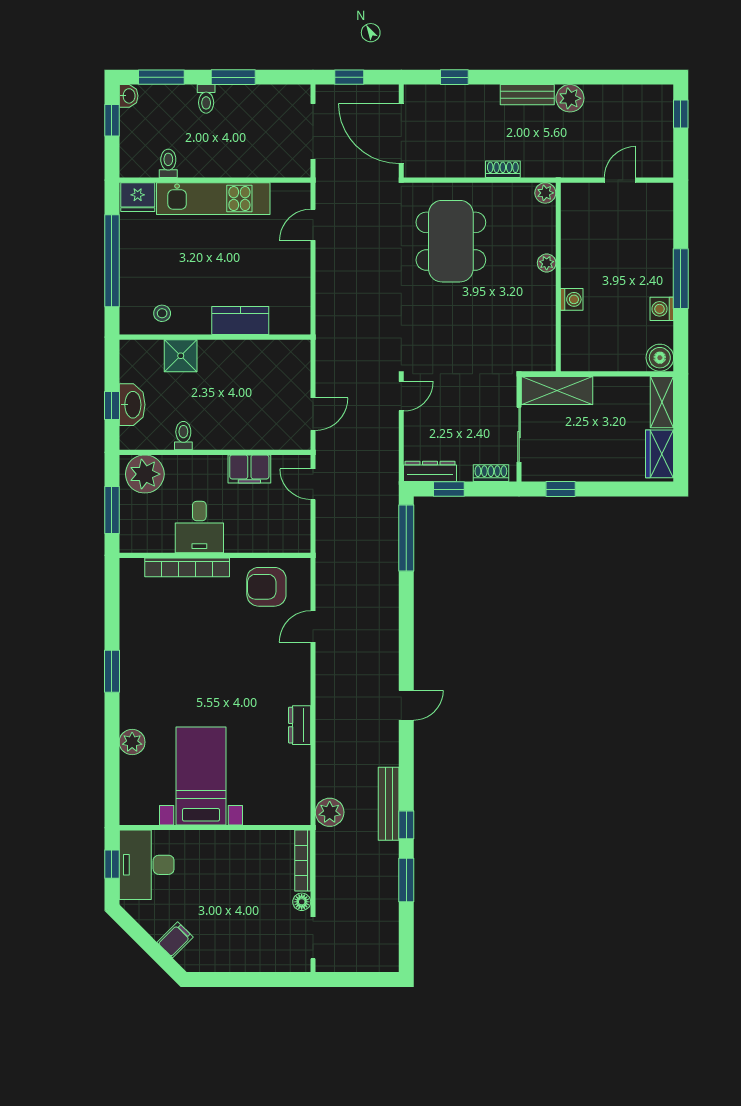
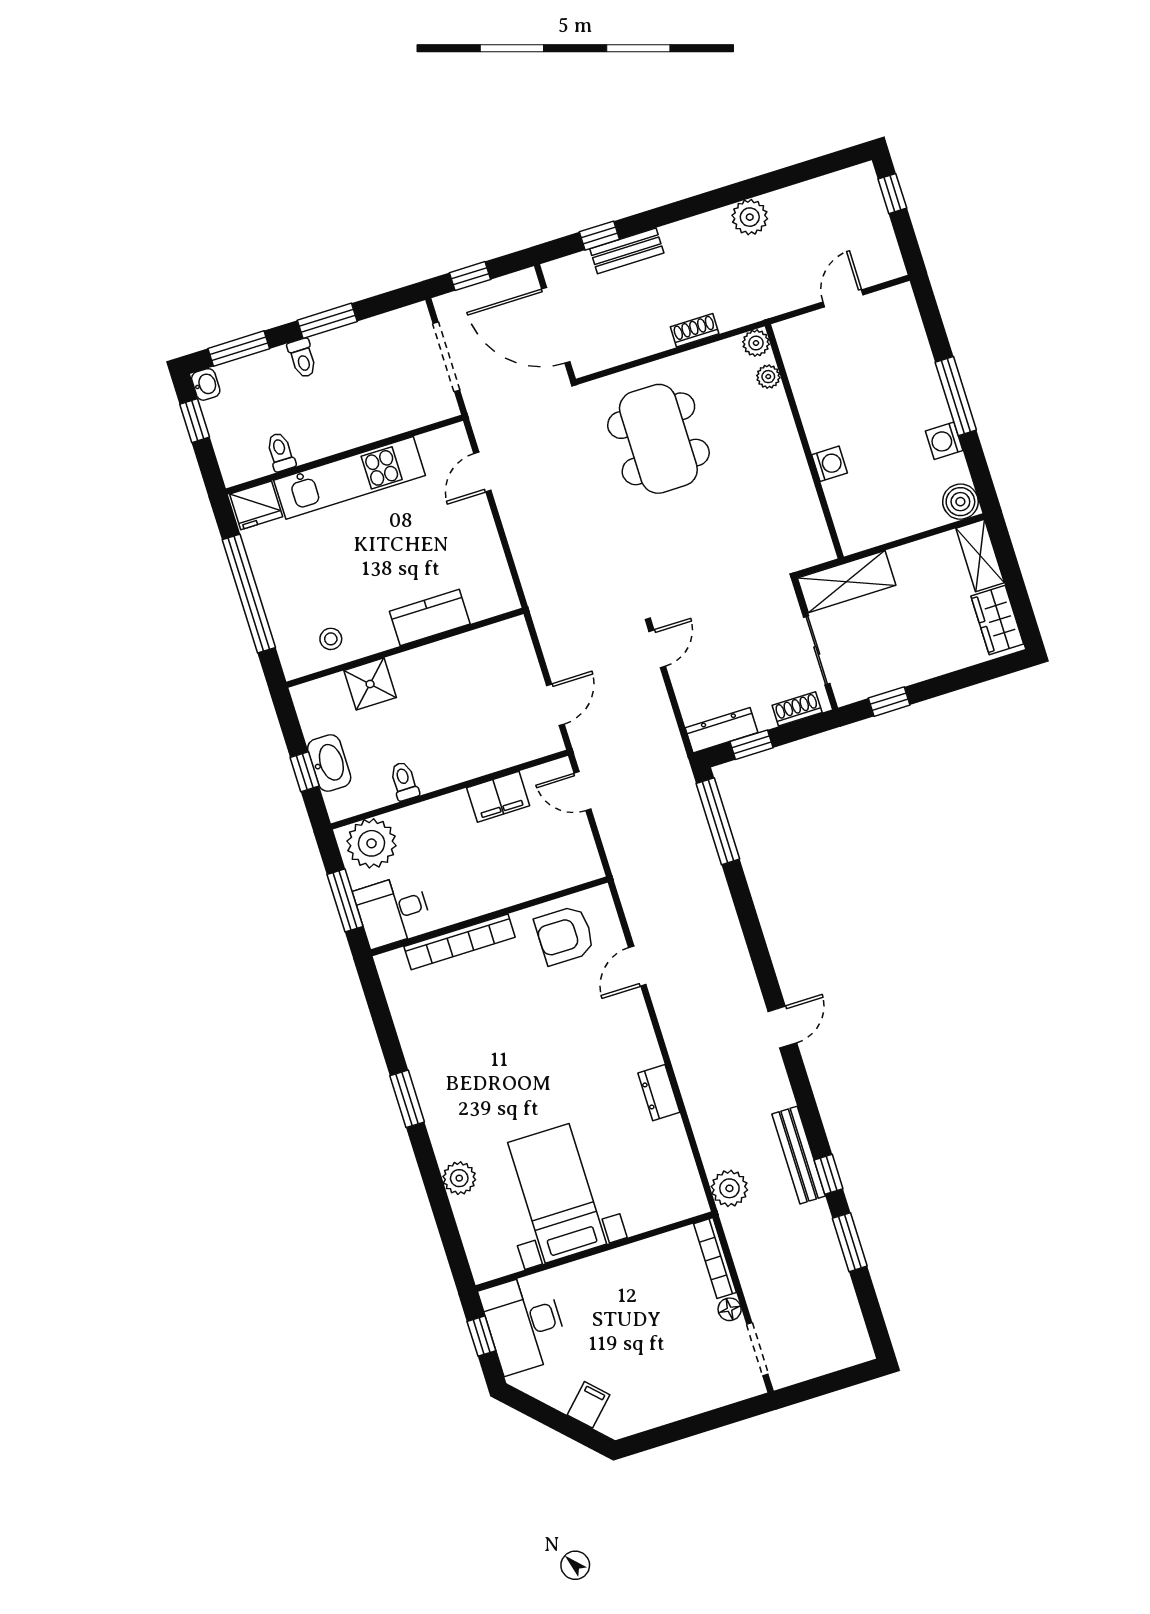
bench: (527, 95) -> (627, 251), moved
plant: (547, 263) -> (768, 377), moved
desk: (199, 527) -> (393, 911), moved, turned 90

